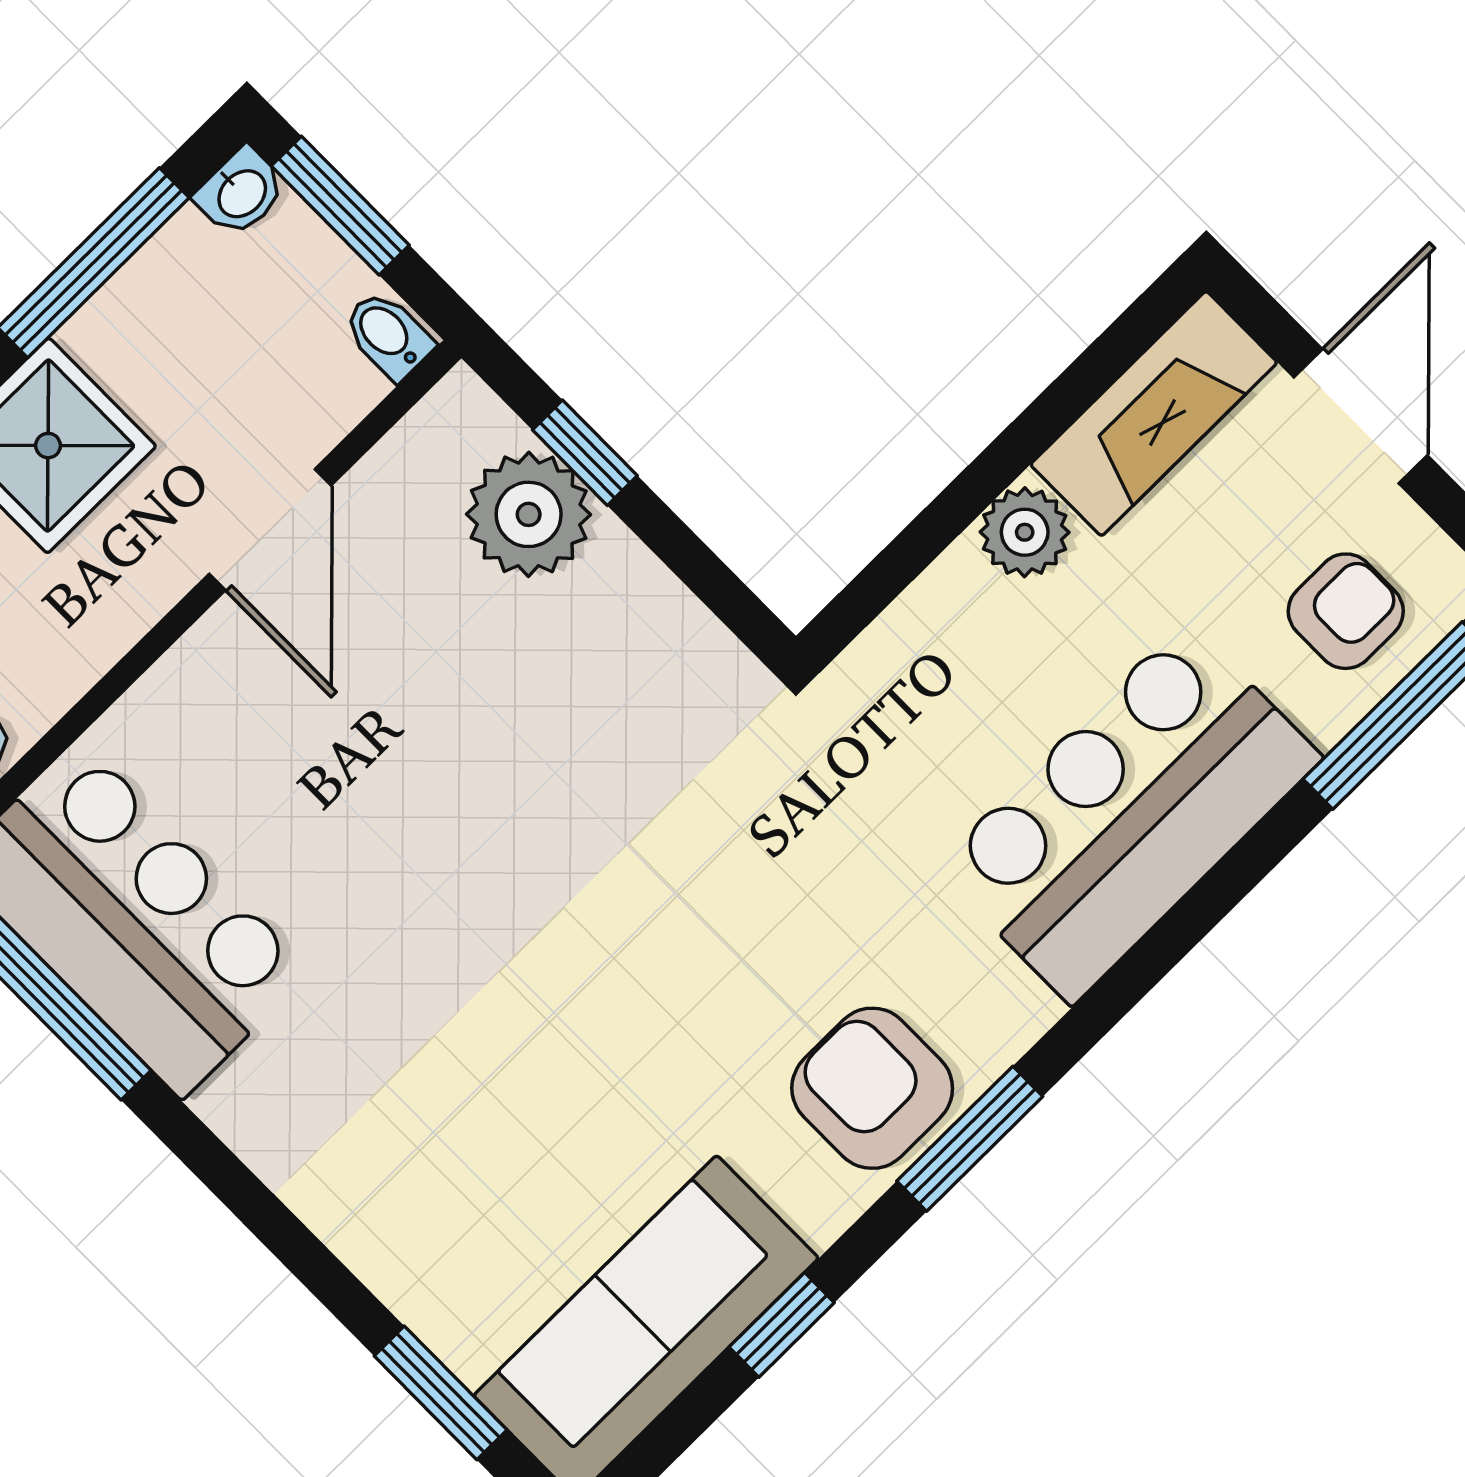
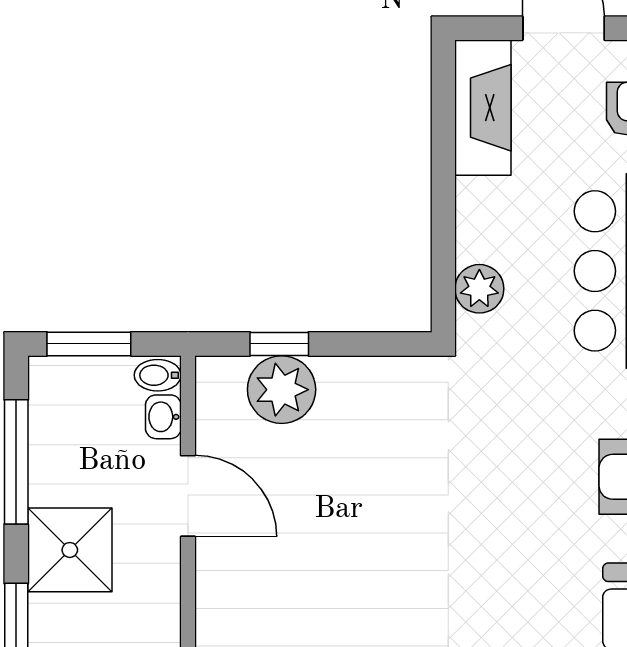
washbasin: (241, 192) -> (163, 417), moved, turned 180
plant: (1025, 532) -> (479, 289), moved

